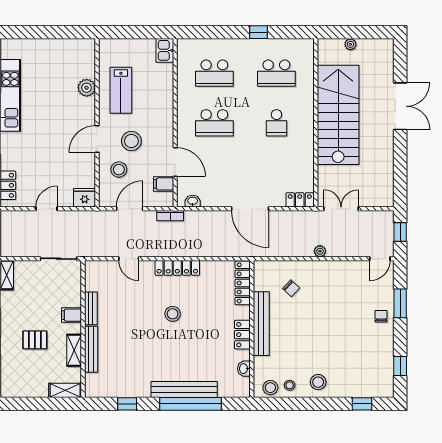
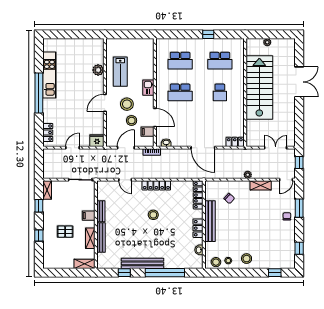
kitchen sink: (165, 50) -> (148, 88), moved
stool: (119, 170) -> (132, 121), moved
double door: (341, 209) -> (276, 148), moved
shelving: (340, 268) -> (261, 185), added
bench: (184, 390) -> (143, 263), moved

